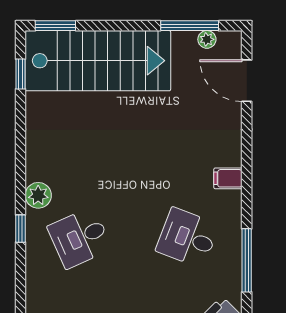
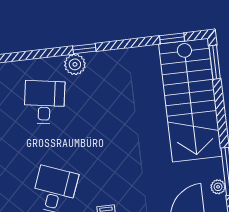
window: (21, 229) -> (84, 49), moved
desk: (80, 238) -> (44, 102), turned 33

